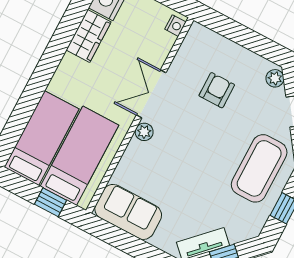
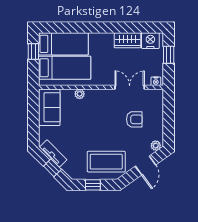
double door: (151, 94) -> (130, 87), moved
plant: (144, 132) -> (80, 94), moved
window: (50, 202) -> (33, 52), moved

